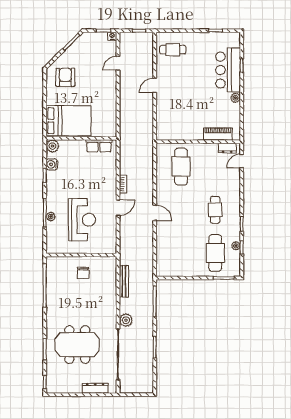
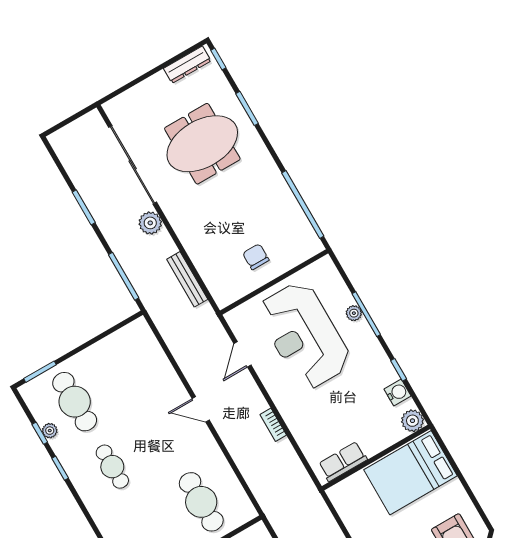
door: (118, 208) -> (242, 354), moved
reception desk: (82, 220) -> (304, 335), width x1.36, depth x1.30
dresser: (95, 388) -> (187, 65), moved

